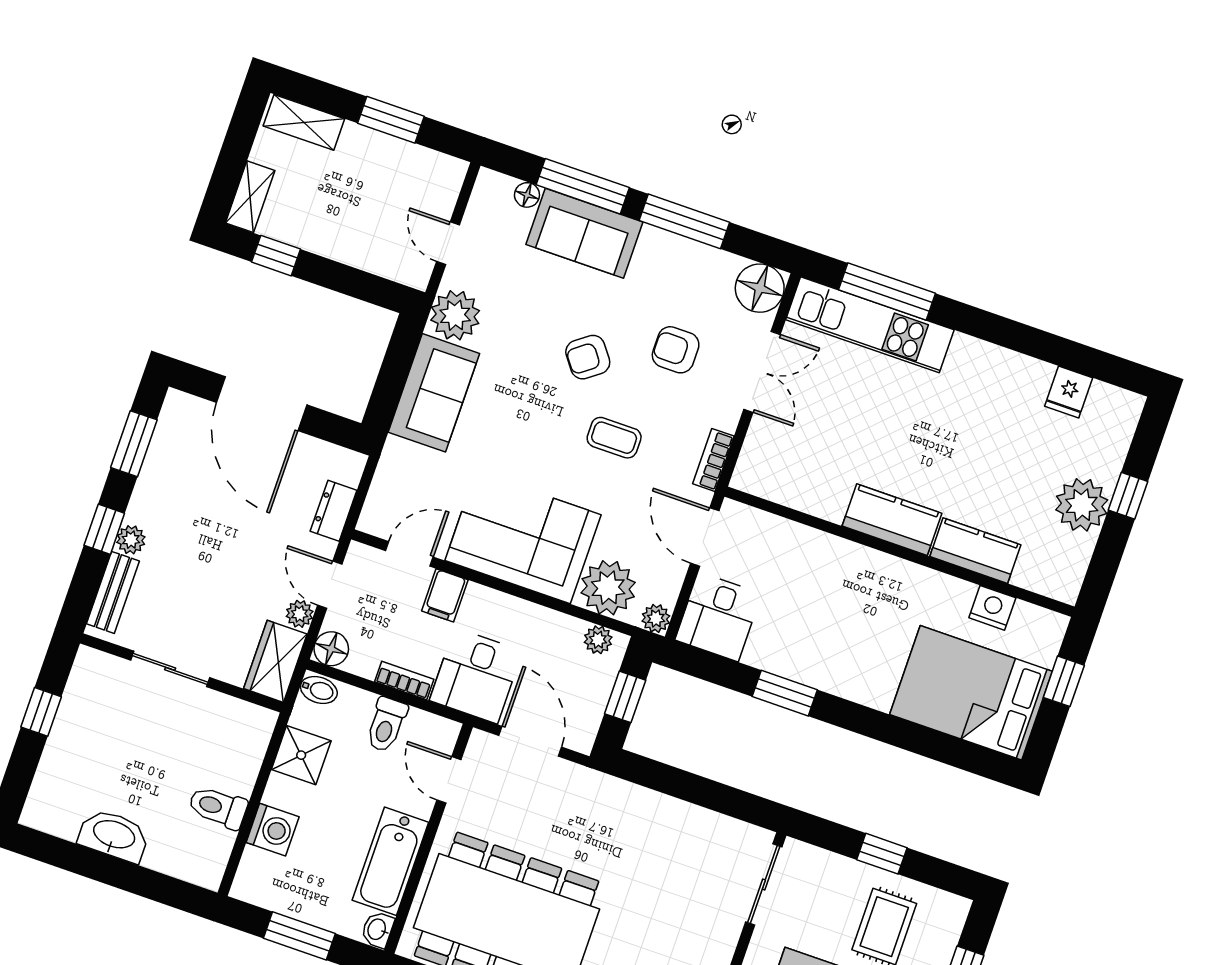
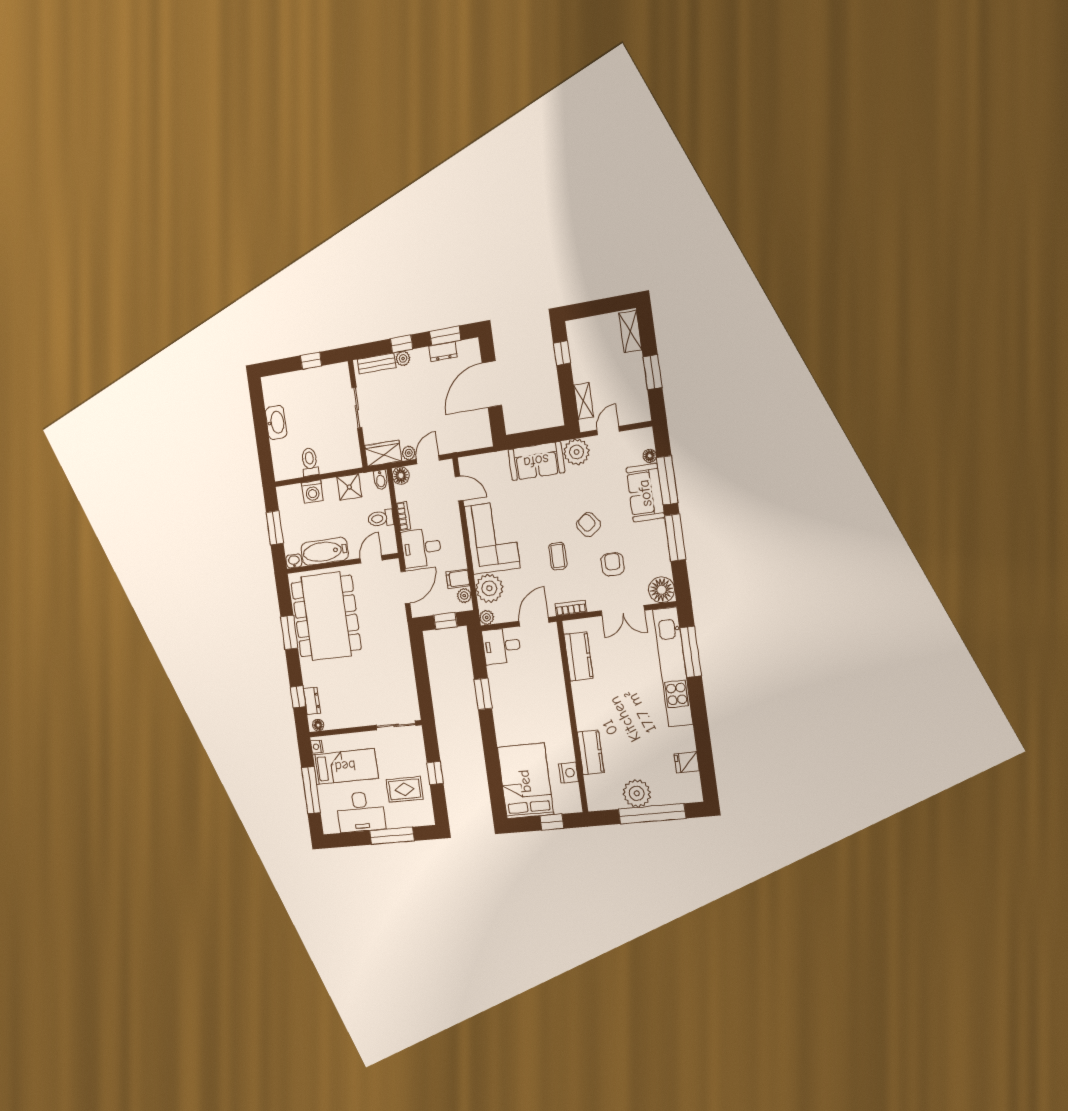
shelving: (250, 197) -> (584, 401), moved, turned 90
kitchen unit: (870, 325) -> (673, 667), width x1.36
window: (1128, 496) -> (652, 814), width x3.17
dresser: (334, 511) -> (443, 352), moved, turned 180
kitchen counter: (892, 520) -> (578, 656), moved
filing cabinet: (445, 595) -> (458, 579), moved

